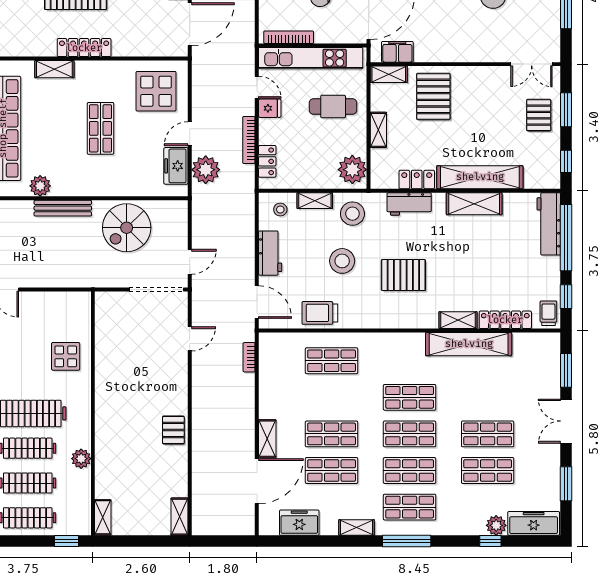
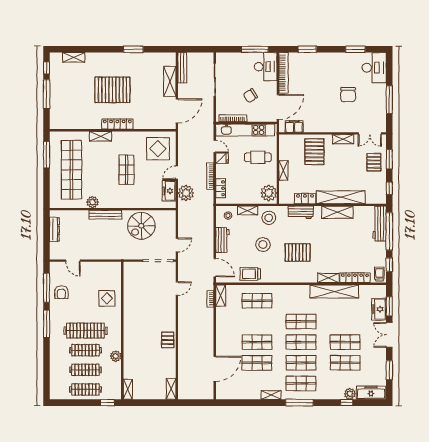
shelving: (389, 74) -> (343, 139), moved
shelving: (267, 439) -> (221, 296), moved
freezer: (299, 523) -> (379, 309), moved, turned -90

